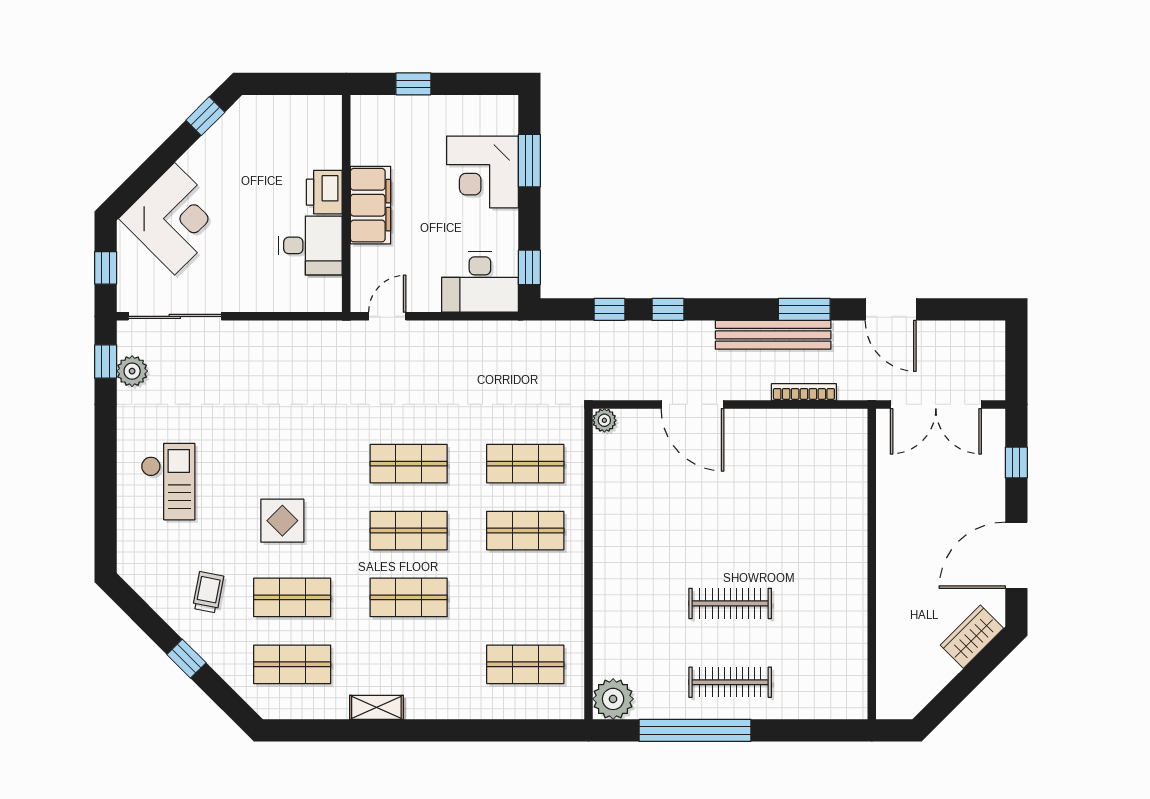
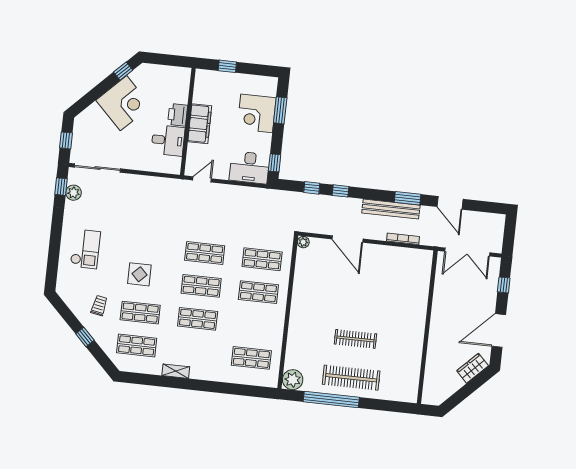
corner desk: (175, 219) -> (124, 103), moved
clothes rail: (730, 682) -> (351, 378), width x1.37, depth x1.31

